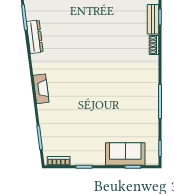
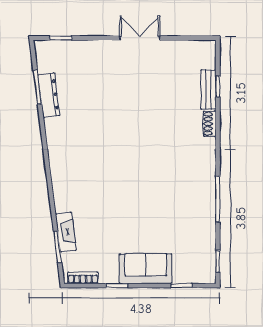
dresser: (35, 37) -> (49, 95), moved
fireplace: (41, 89) -> (66, 232), moved
sofa: (125, 154) -> (146, 269), moved

